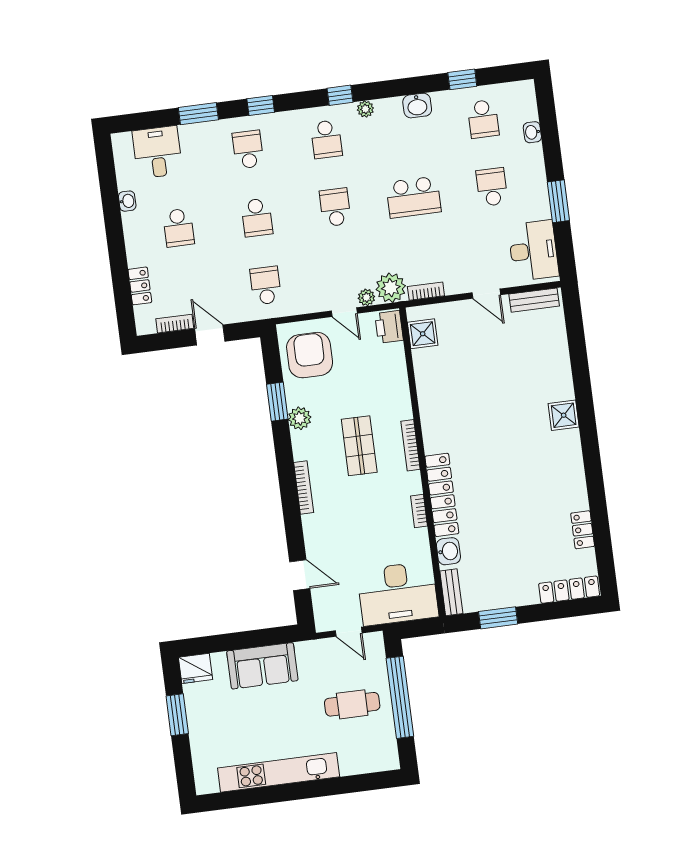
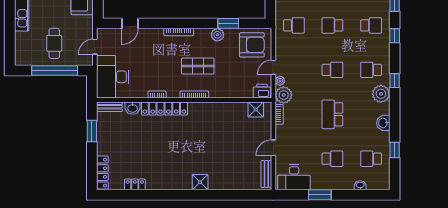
plant: (365, 109) -> (381, 94), width x1.88, depth x1.88

